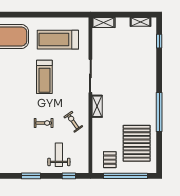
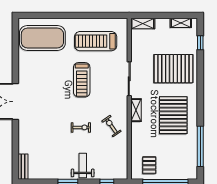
pallet: (133, 66) -> (173, 69), added
window: (159, 112) -> (200, 146), moved
pallet: (137, 143) -> (173, 115), moved
weight bench: (59, 155) -> (83, 166), moved

